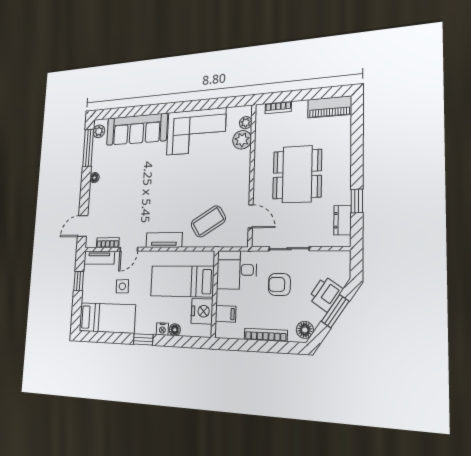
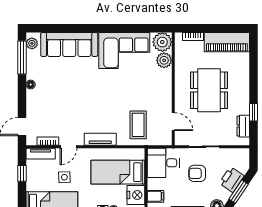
piano: (329, 107) -> (227, 42), width x1.37, depth x1.33
plant: (246, 123) -> (162, 42), width x1.87, depth x1.87
coffee table: (208, 221) -> (138, 125), turned -58

